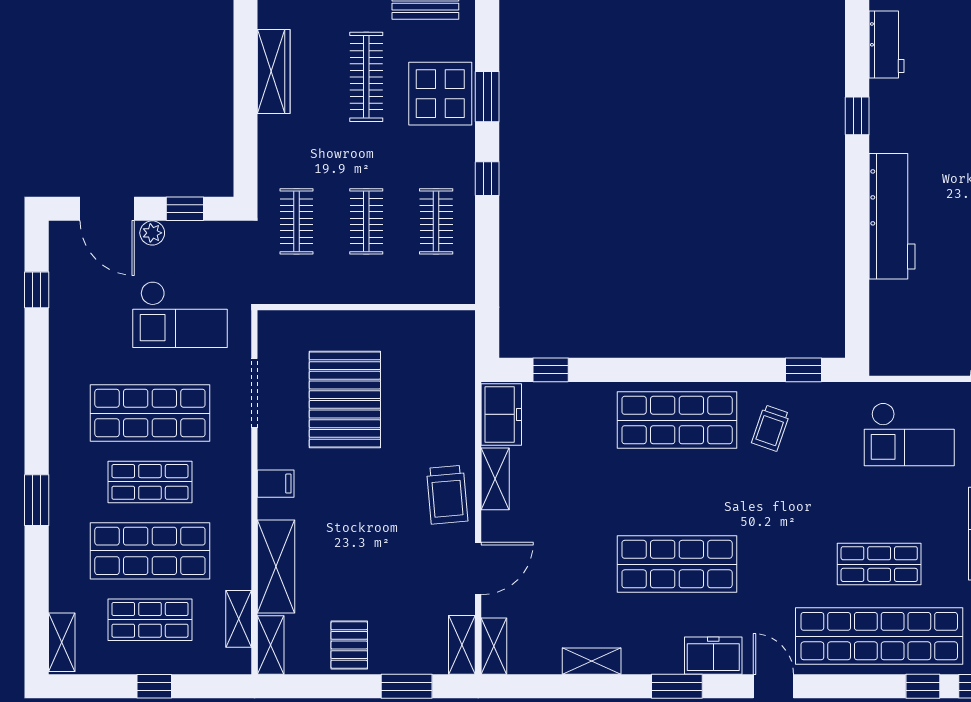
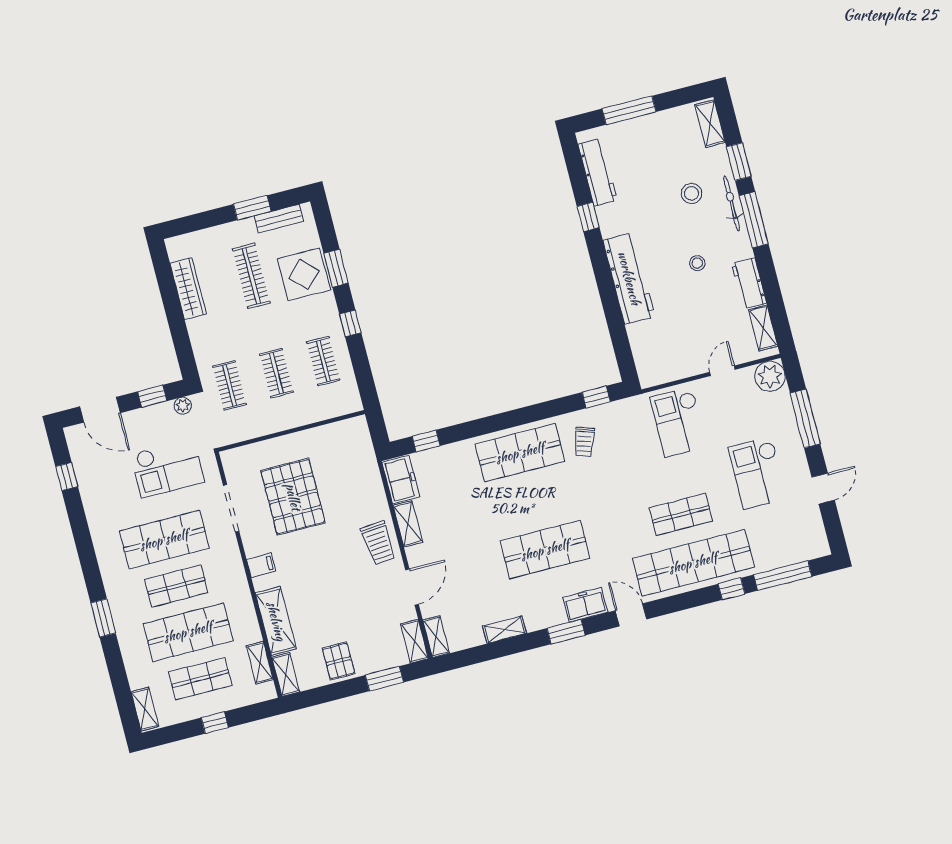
workbench: (886, 44) -> (598, 172), width x1.38
plant: (152, 233) -> (183, 406), moved
checkout: (909, 434) -> (678, 422), turned 90

